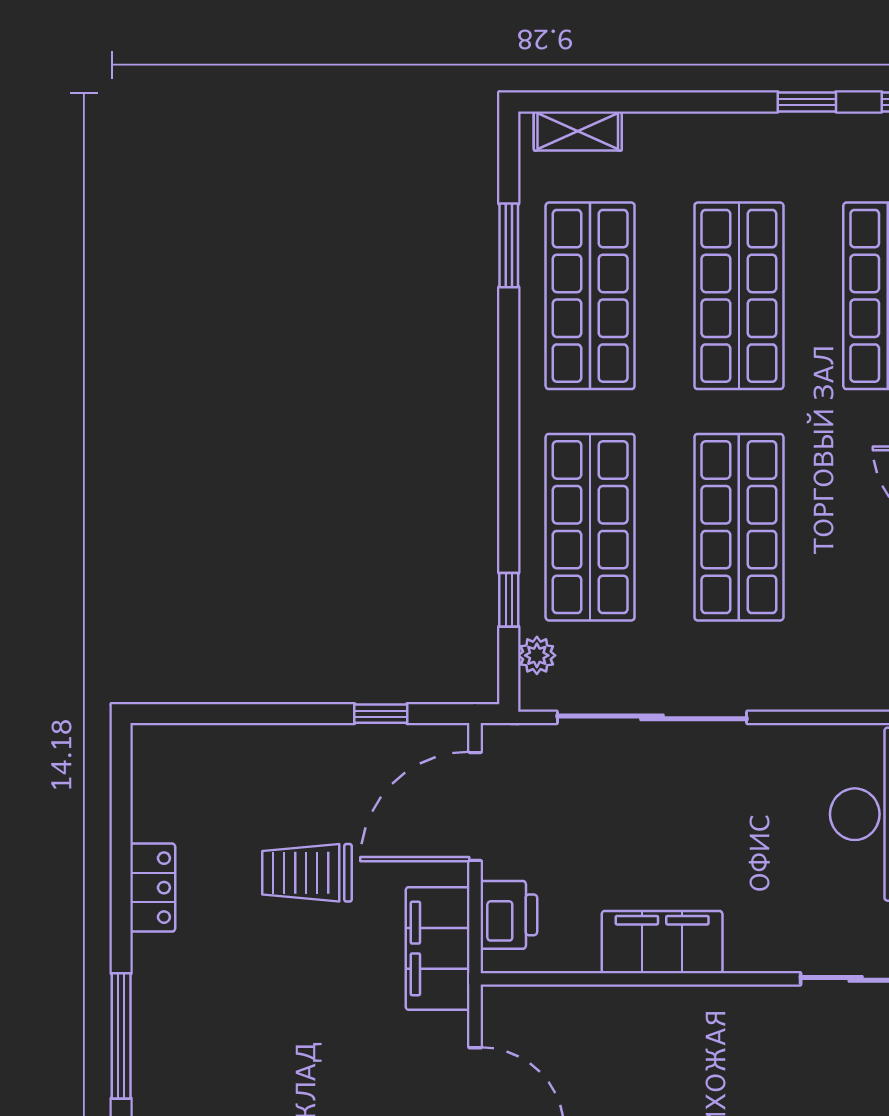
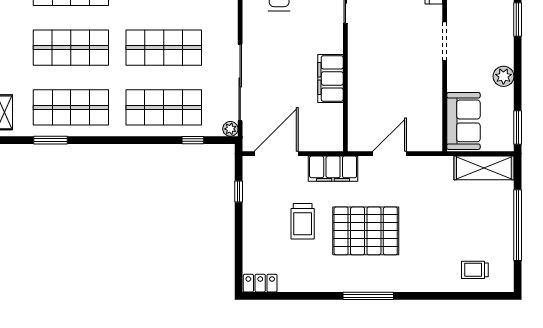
plant: (537, 655) -> (230, 129), moved
door: (475, 807) -> (276, 154), swing flipped
locker: (153, 888) -> (260, 283), moved
printer: (509, 915) -> (320, 140), removed
pallet: (283, 1030) -> (366, 231), added

